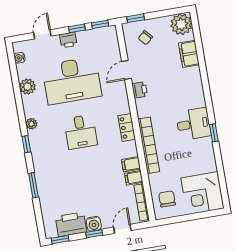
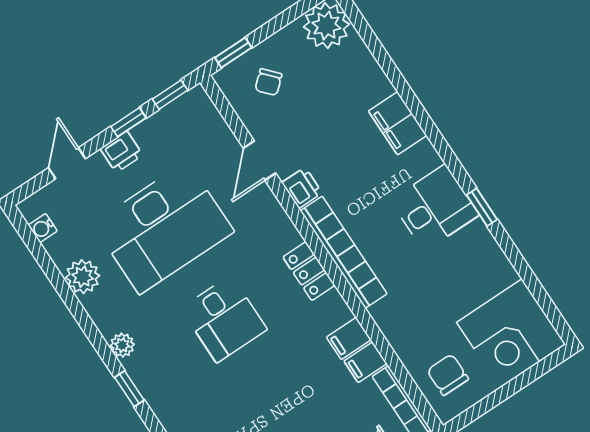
filing cabinet: (189, 54) -> (398, 123), moved
bookcase: (149, 145) -> (344, 252), moved

